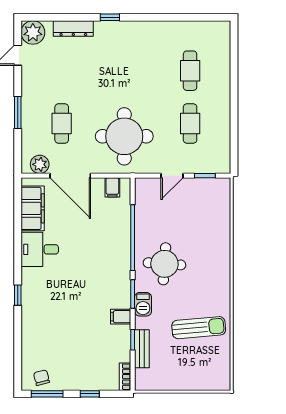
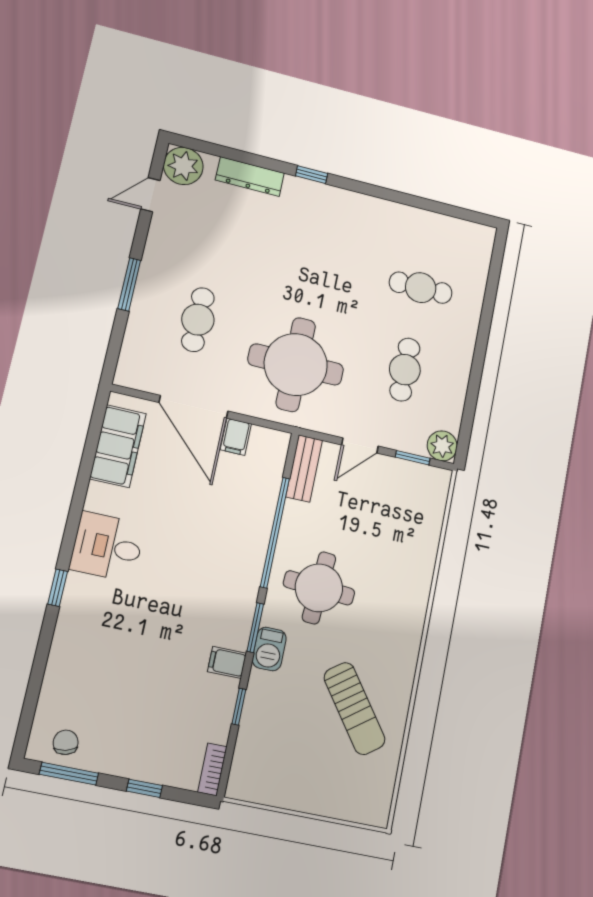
cafe table: (190, 71) -> (421, 288), turned 90
plant: (40, 164) -> (442, 446), moved
filing cabinet: (112, 187) -> (236, 437), moved
desk: (40, 249) -> (107, 547), moved
sun lounger: (199, 328) -> (354, 708), turned 59
bench: (142, 349) -> (304, 468), moved

